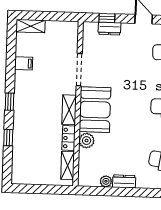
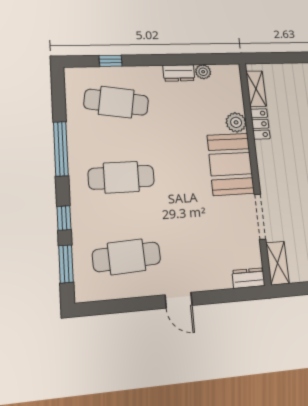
window: (107, 18) -> (232, 295), removed
dresser: (109, 28) -> (249, 278), moved
shelving: (69, 110) -> (278, 263), moved

